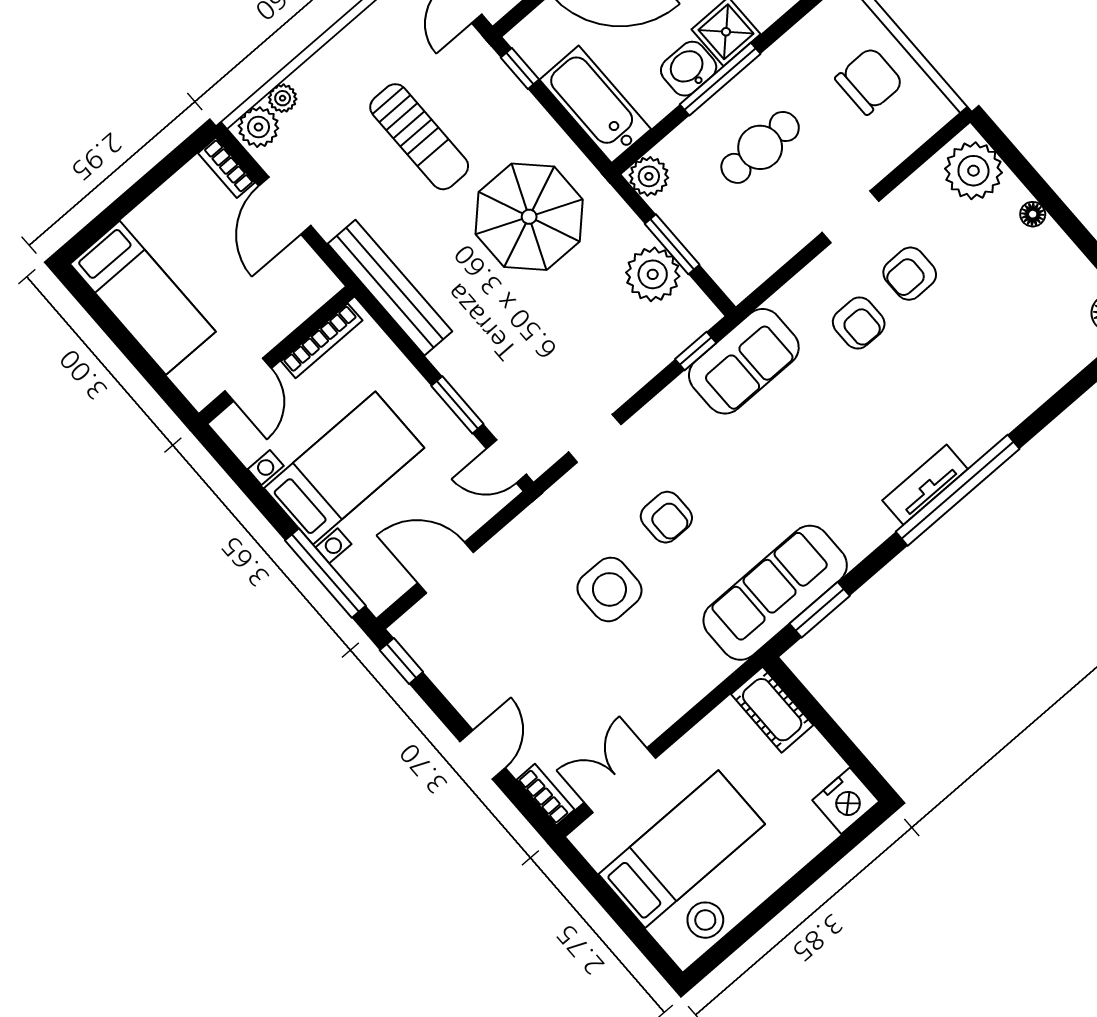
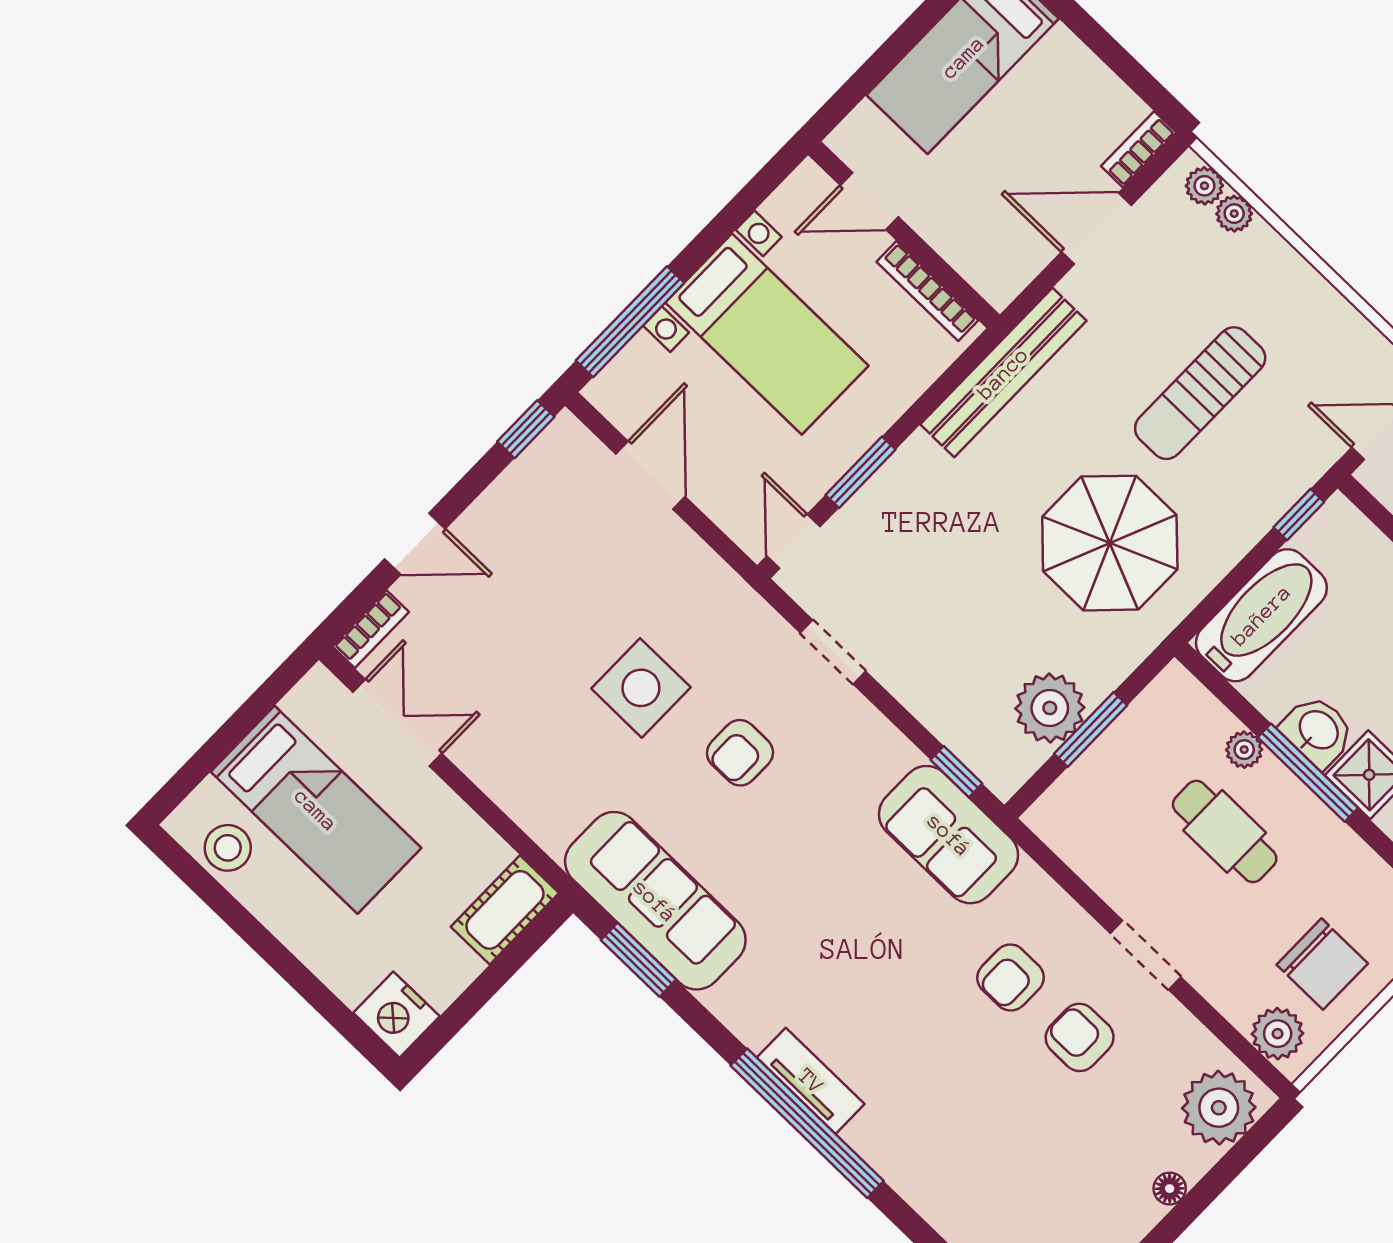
plant: (920, 120) -> (1278, 1034), added
plant: (258, 127) -> (1204, 186), width x0.73, depth x0.73
plant: (649, 176) -> (1244, 750), moved, width x0.73, depth x0.73

